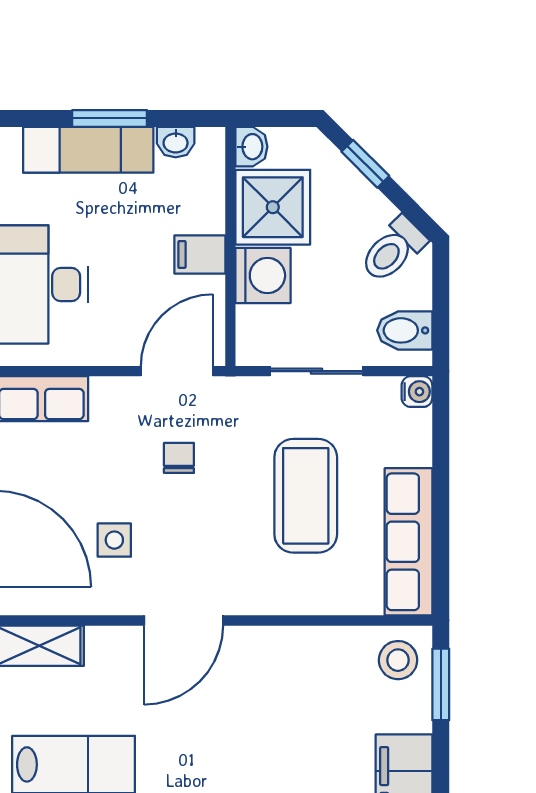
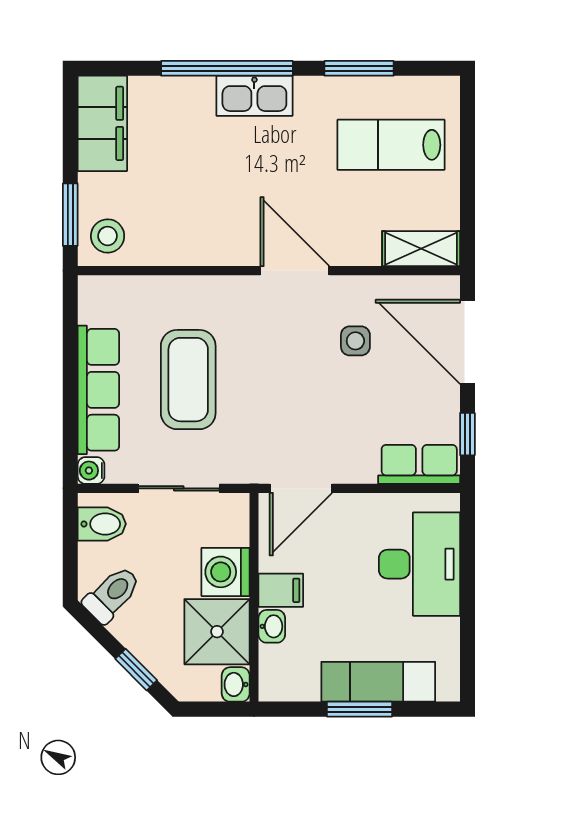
washbasin: (176, 142) -> (272, 626), moved, turned 90
chair: (179, 458) -> (299, 413), removed
row of seats: (409, 542) -> (98, 390), moved
door: (184, 620) -> (295, 271), hinge flipped

